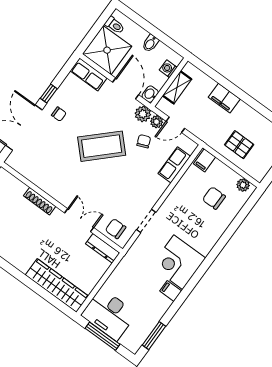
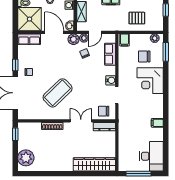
coffee table: (102, 146) -> (58, 93), moved
water cooler: (152, 197) -> (111, 80), added
corner desk: (178, 262) -> (150, 81), moved
desk: (109, 314) -> (151, 156), moved, turned -90
window: (154, 336) -> (166, 52), moved

